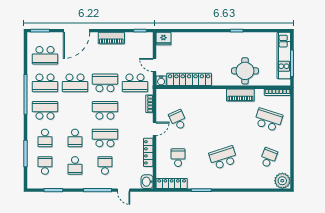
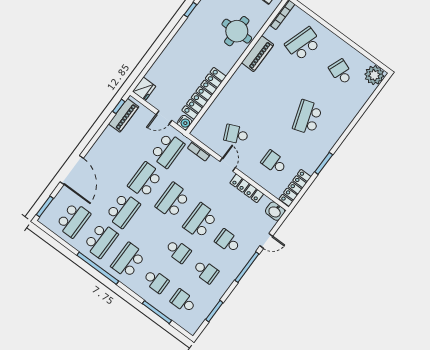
piano: (111, 38) -> (124, 115), moved

